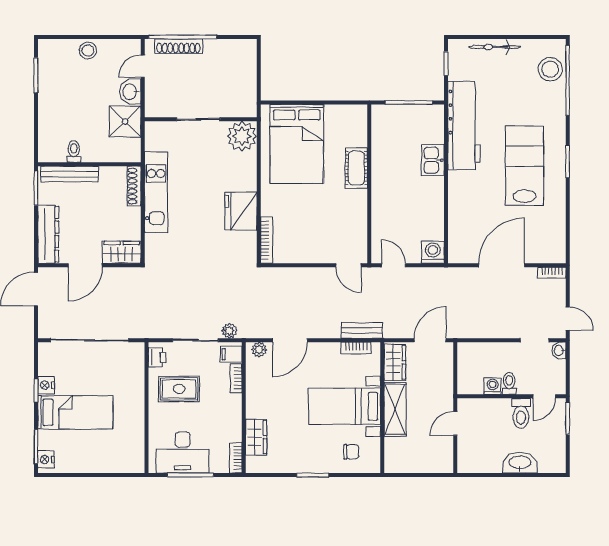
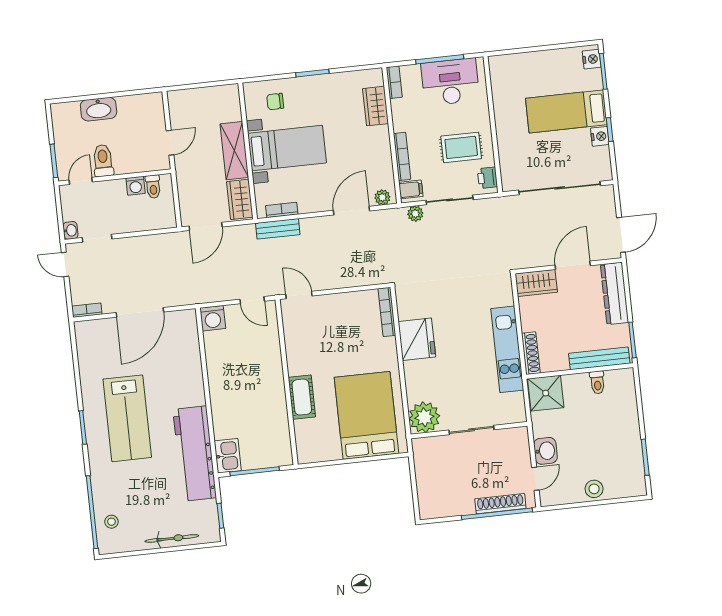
stool: (550, 69) -> (111, 522), width x0.53, depth x0.53
shower: (125, 122) -> (546, 393), moved
kitchen sink: (433, 160) -> (228, 456), moved
bookcase: (236, 378) -> (402, 156), width x1.56
toilet: (509, 383) -> (153, 187), moved

